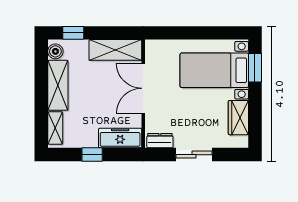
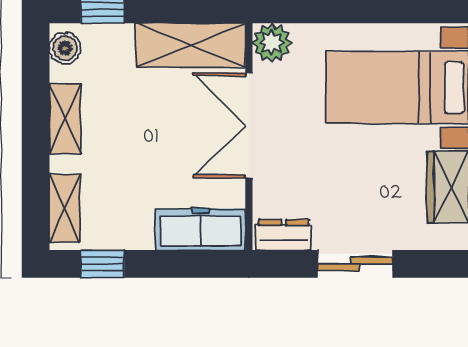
plant: (154, 49) -> (272, 43), added
shelving: (58, 85) -> (65, 119), width x0.67, depth x0.75
window: (92, 155) -> (103, 264), moved

